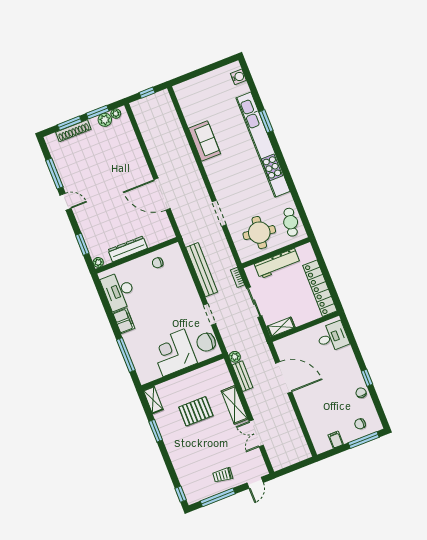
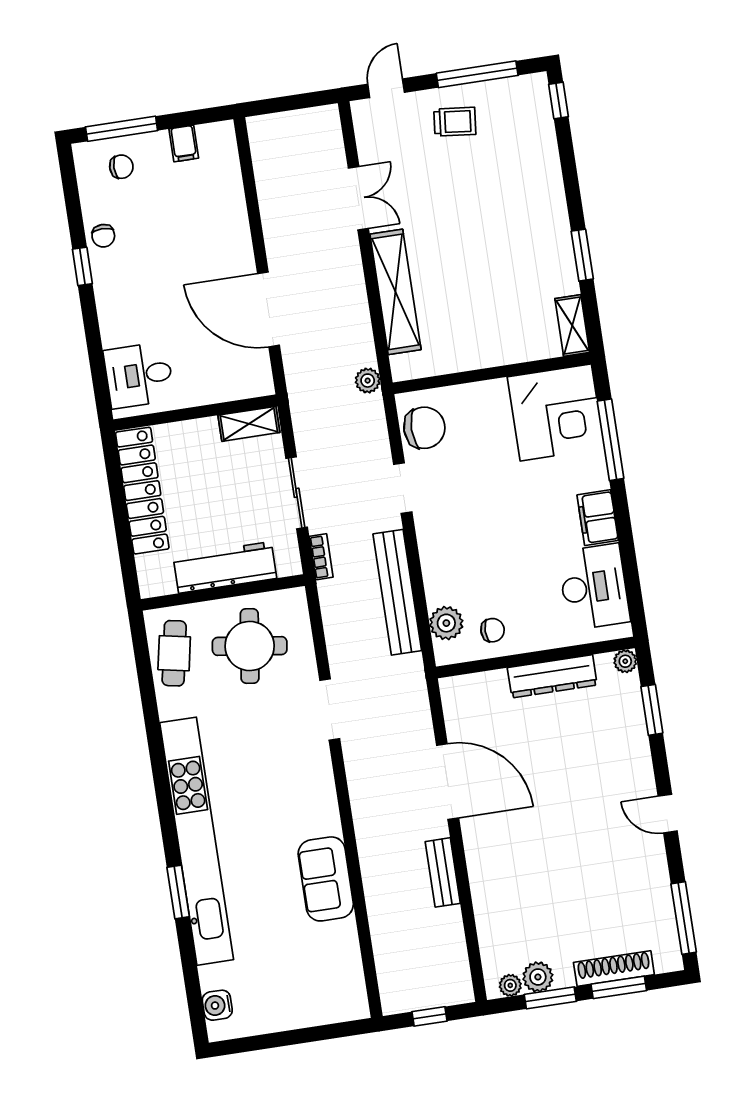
window: (54, 174) -> (684, 918), moved
plant: (178, 261) -> (446, 623), added
corner desk: (174, 353) -> (556, 412), moved
bench: (242, 376) -> (443, 872), moved
shelving: (235, 405) -> (395, 292), width x1.47
pallet: (196, 411) -> (483, 278), removed

